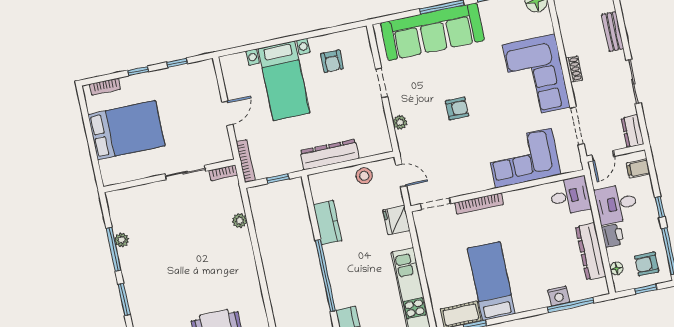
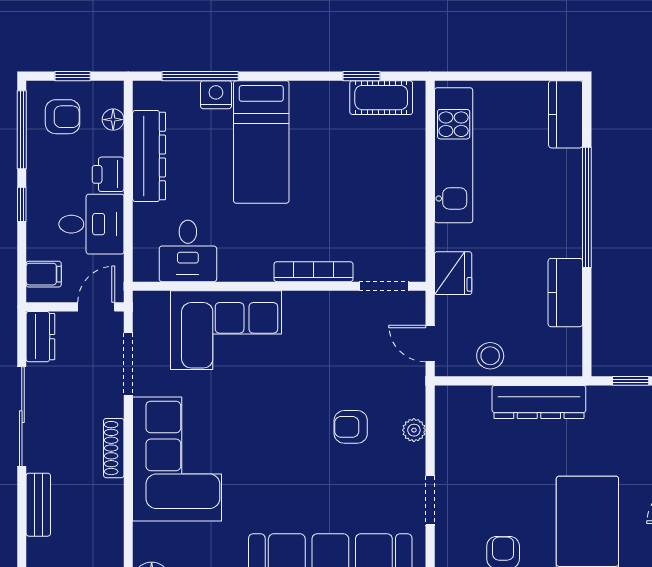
shoe rack: (574, 69) -> (114, 448), width x1.43
sliding door: (633, 82) -> (22, 417), width x1.37
armchair: (457, 108) -> (351, 427), moved
desk: (570, 196) -> (188, 251), moved, turned -90
bed: (491, 281) -> (261, 142), moved

